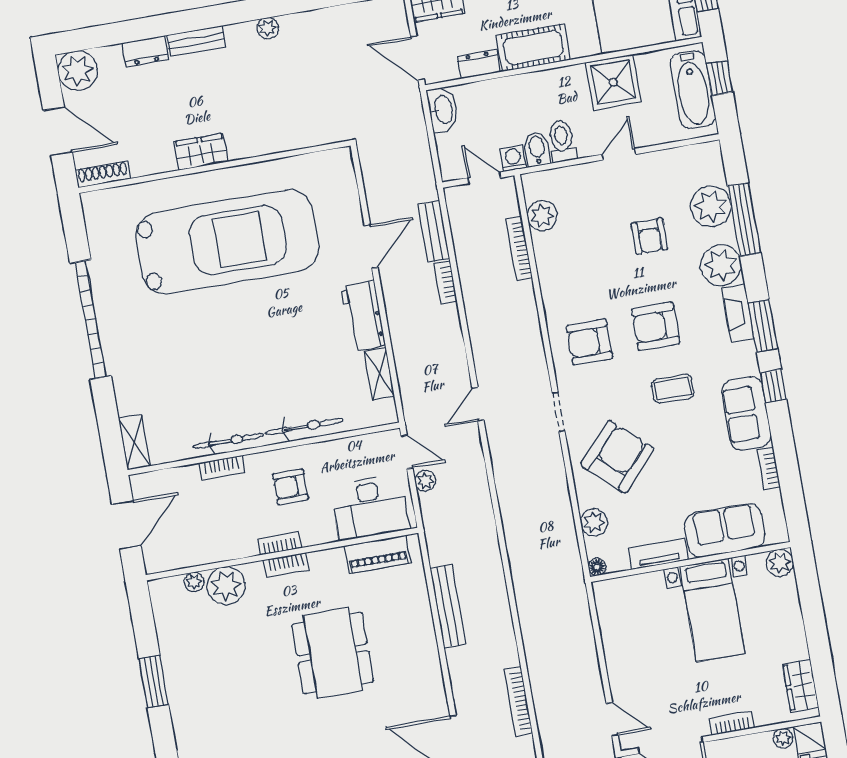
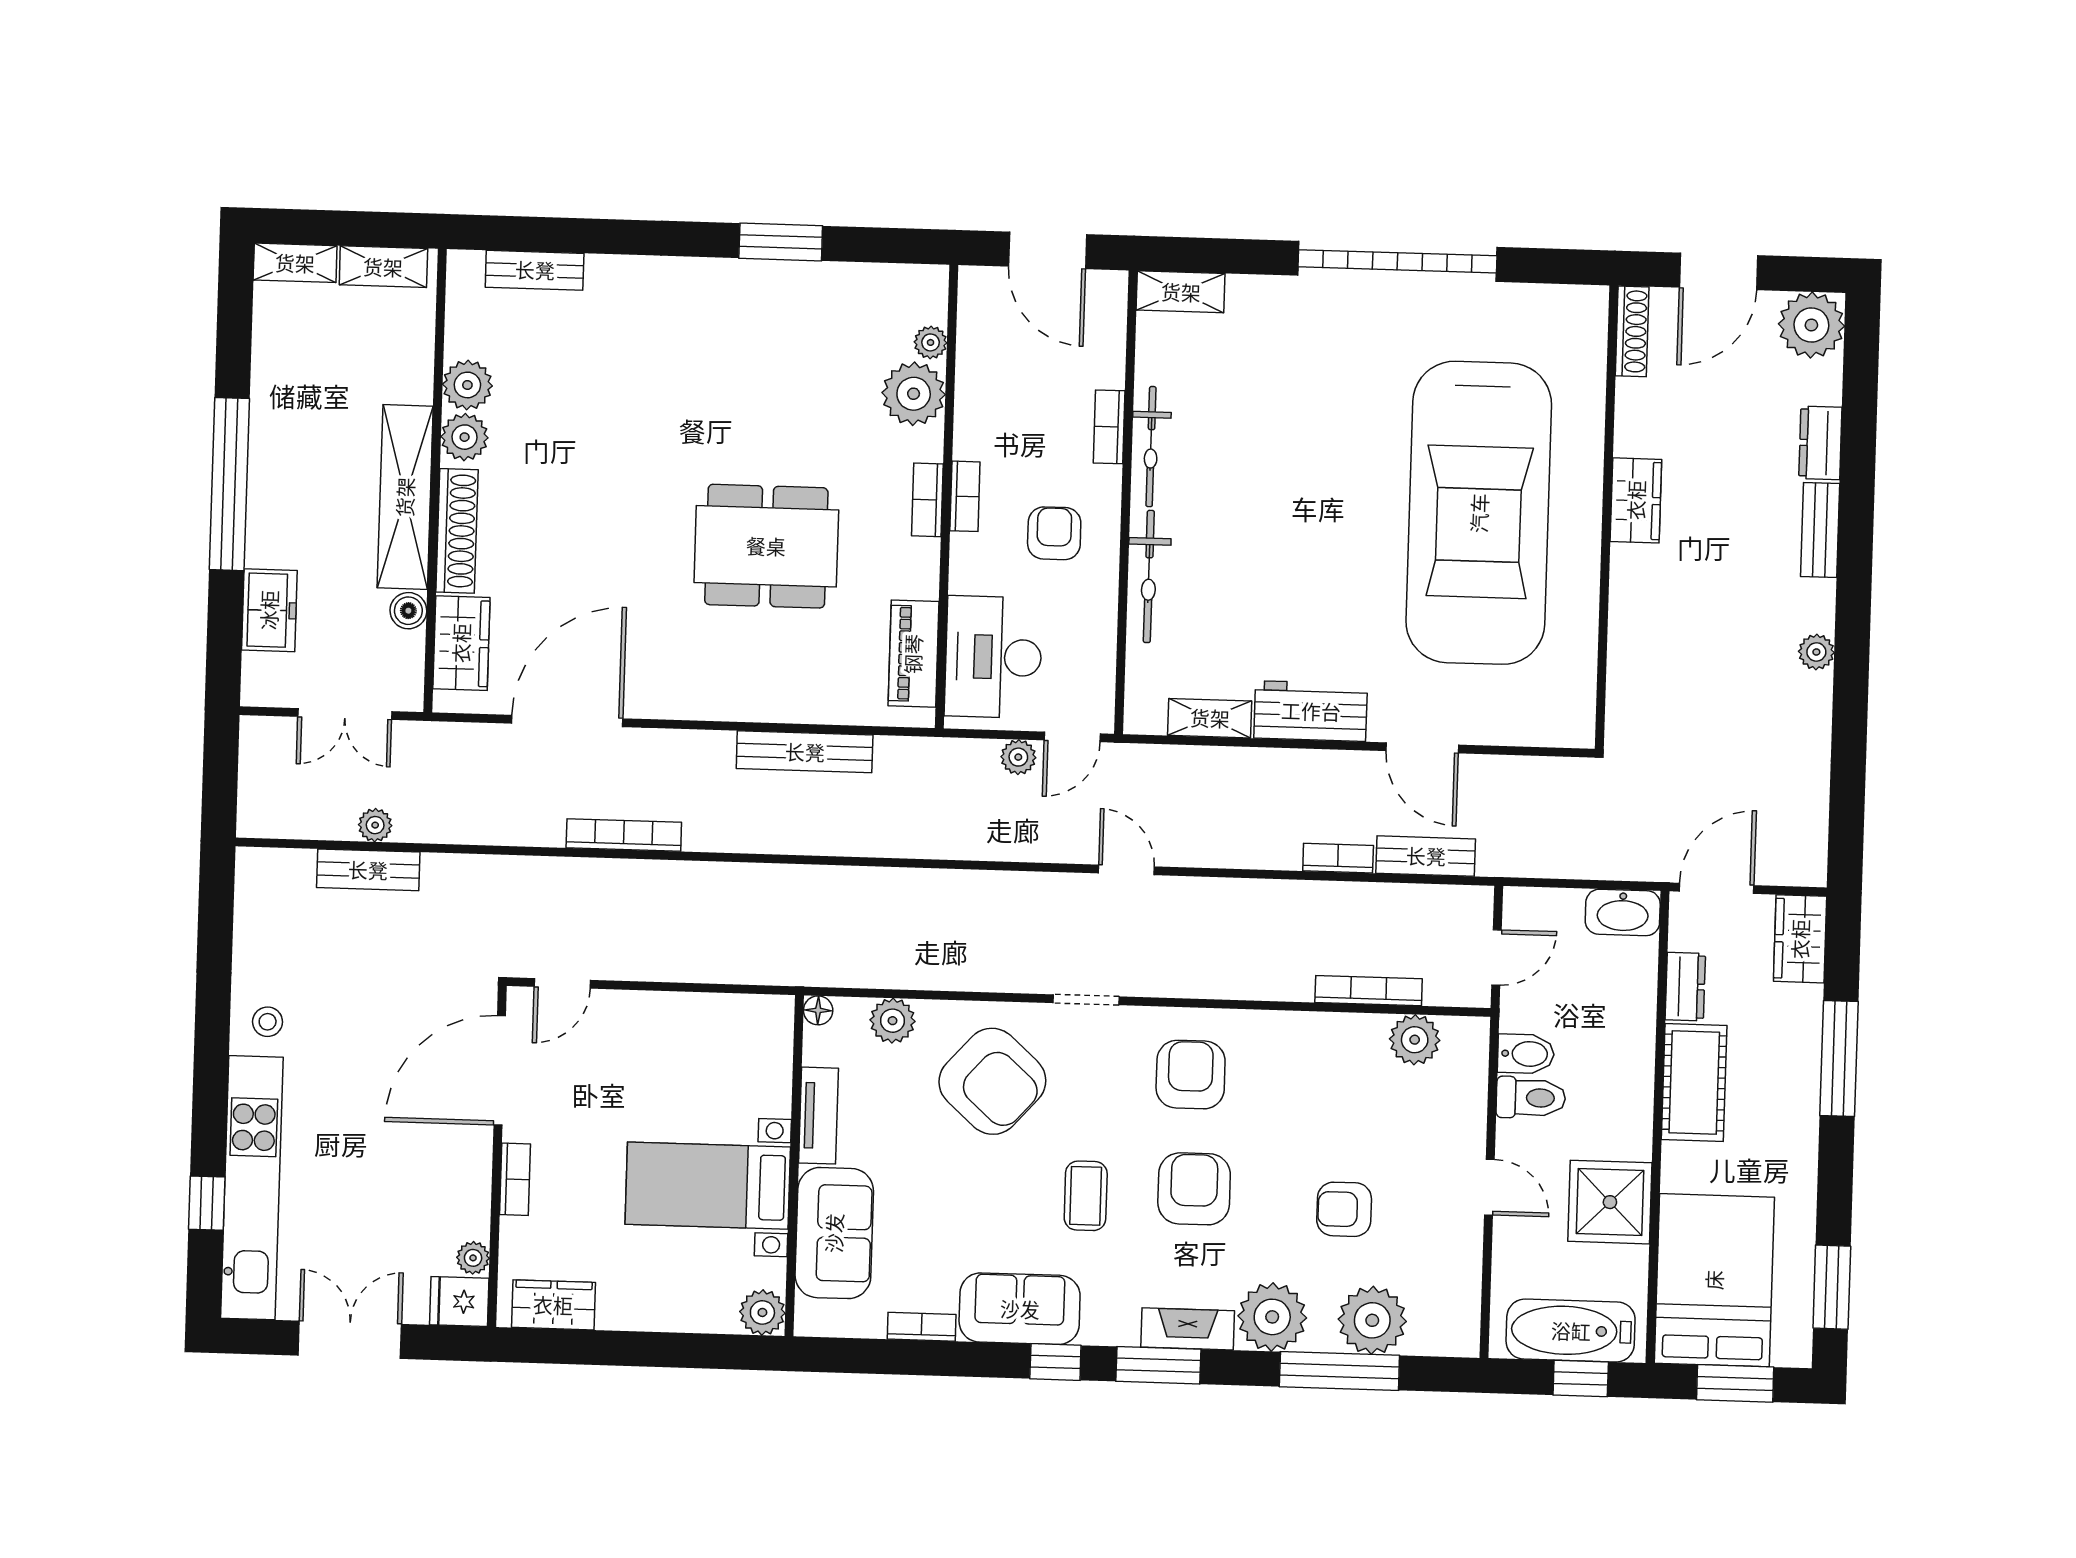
washing machine: (513, 158) -> (1519, 1011), removed

